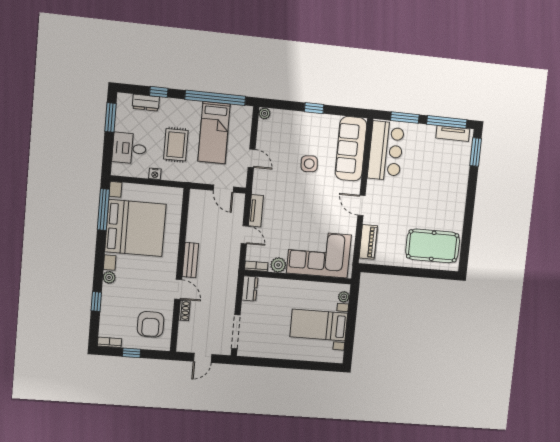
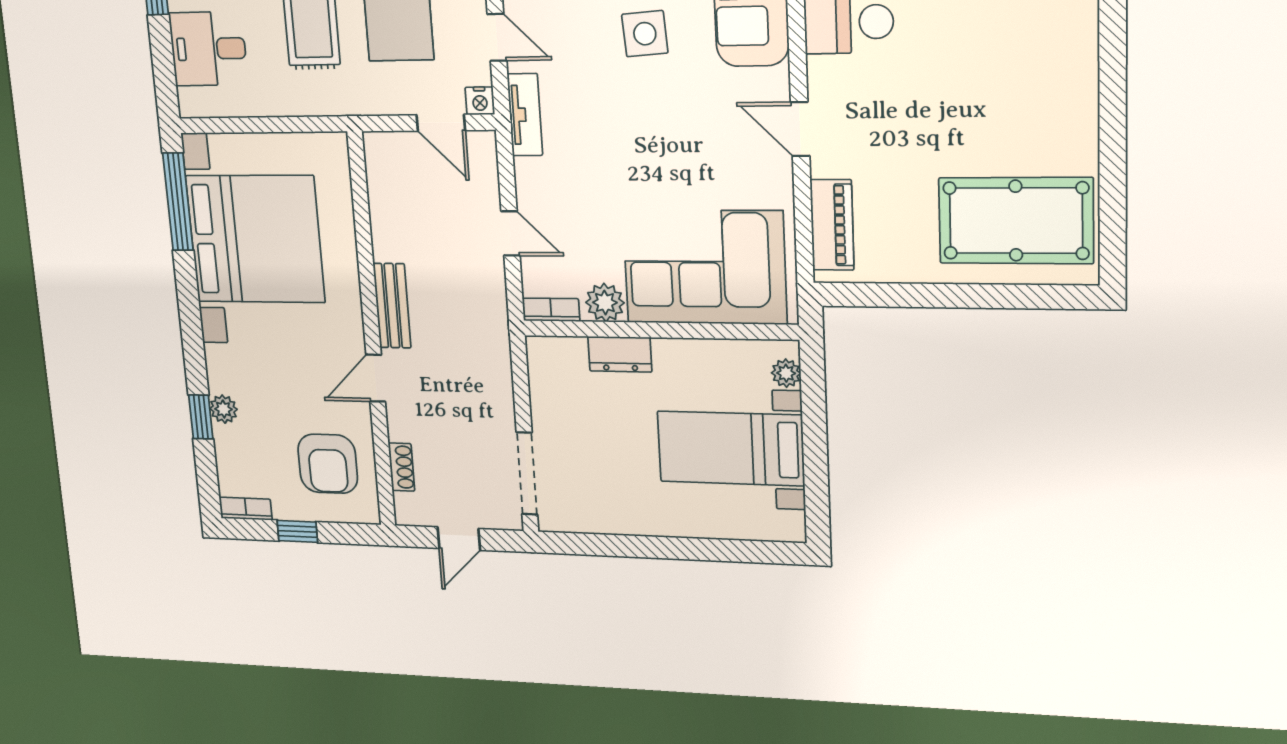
nightstand: (155, 174) -> (480, 101), moved
tv unit: (256, 211) -> (525, 115), moved
plant: (109, 277) -> (224, 409), moved
door: (178, 289) -> (376, 378), swing flipped
dresser: (250, 289) -> (620, 354), moved, turned 90
shoe rack: (184, 310) -> (401, 467), moved

